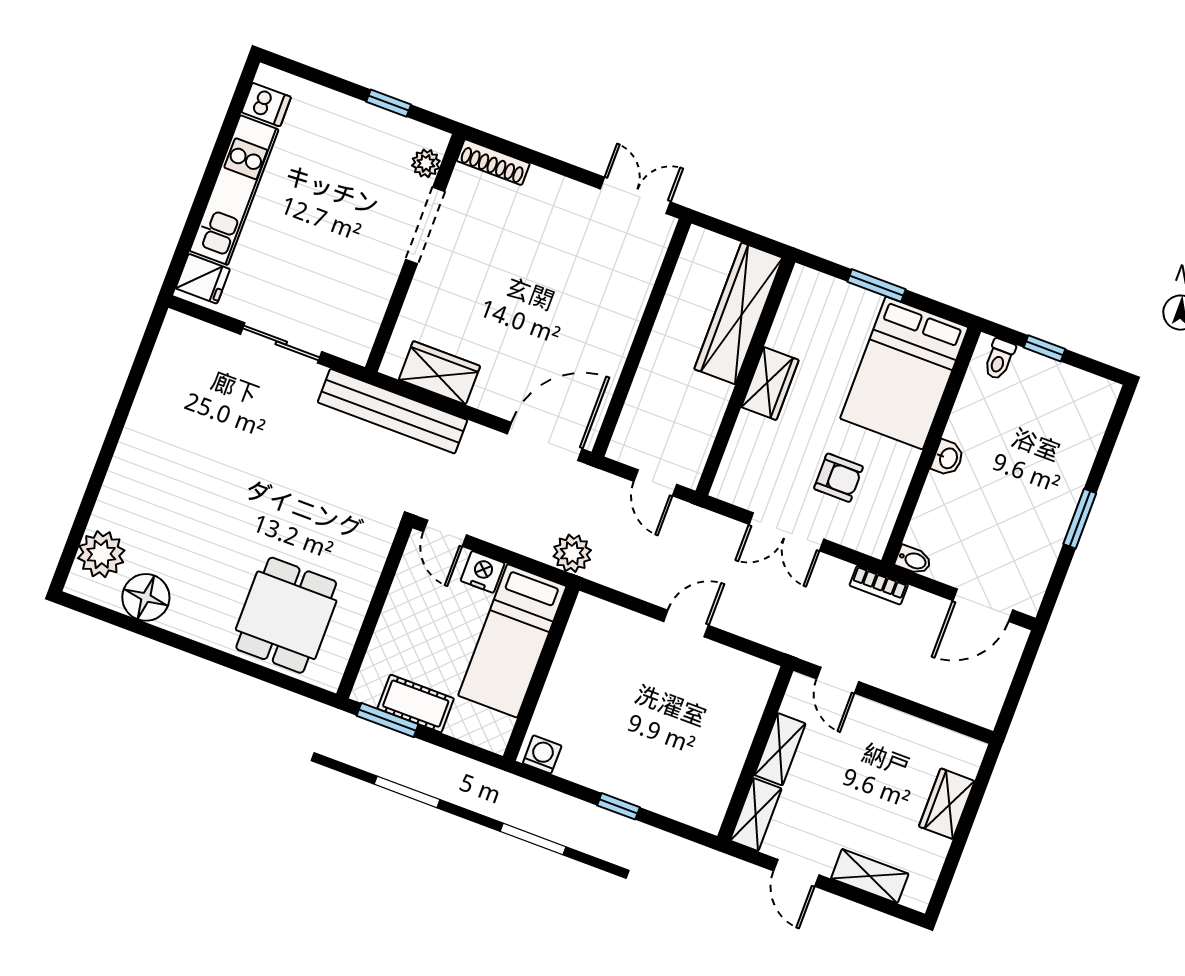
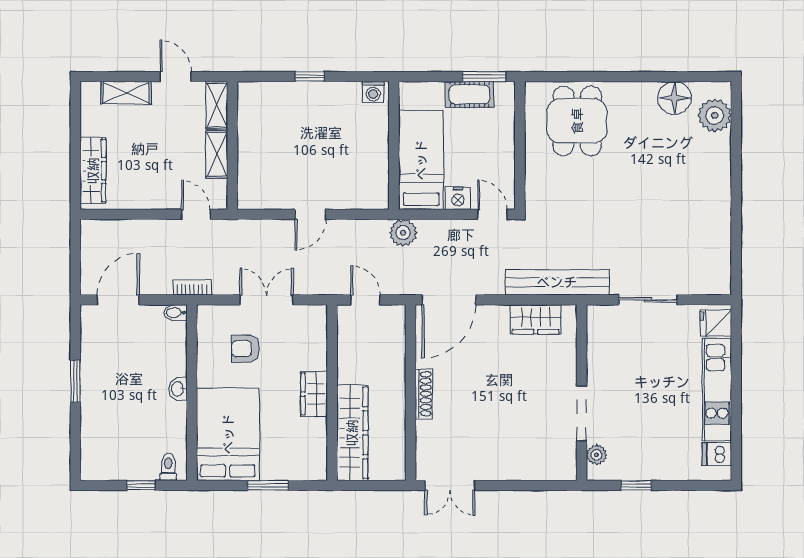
shoe rack: (493, 162) -> (424, 394), moved, turned 90
wardrobe: (947, 804) -> (93, 171), width x1.50

